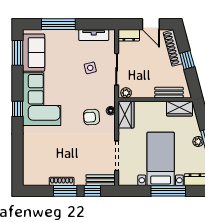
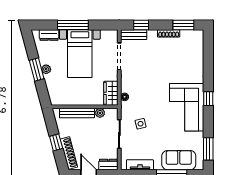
sofa: (34, 53) -> (179, 160), moved, turned 90
side table: (90, 68) -> (141, 124), moved
plant: (126, 93) -> (100, 113), moved
bench: (169, 93) -> (77, 113), width x1.36
wardrobe: (179, 109) -> (63, 99), removed
armchair: (91, 117) -> (142, 91), removed
window: (65, 191) -> (183, 25), moved

